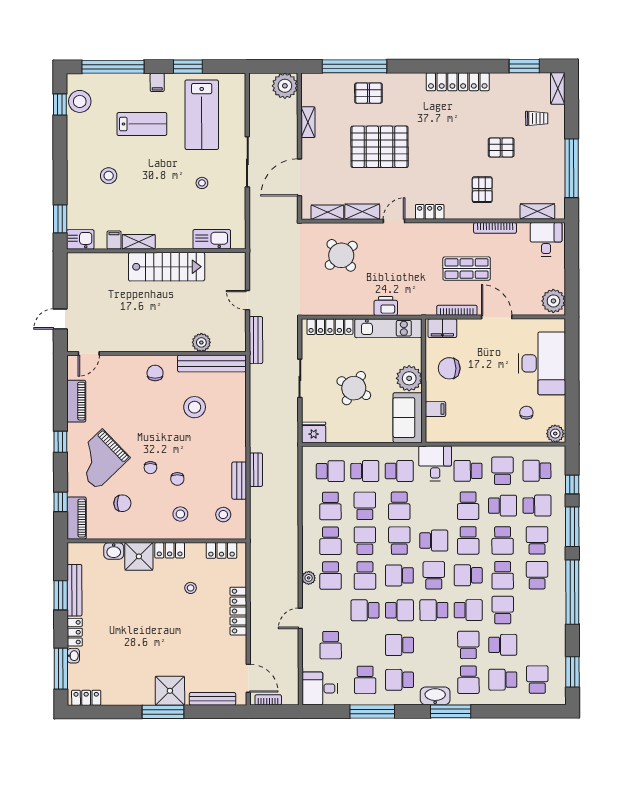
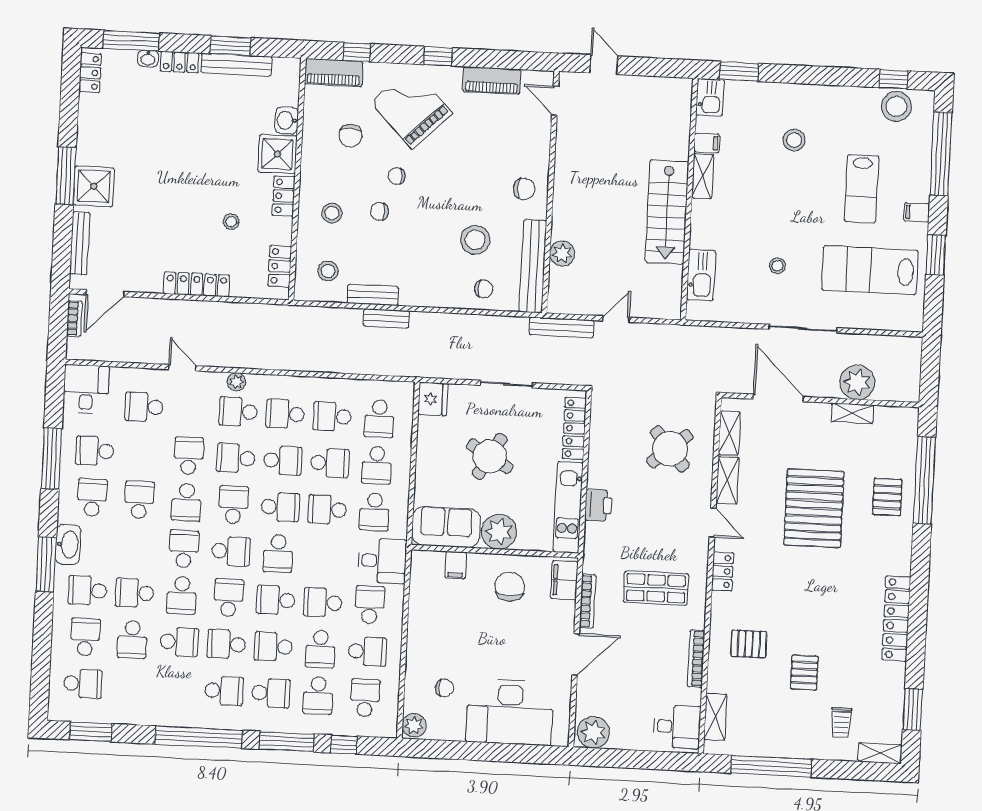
plant: (285, 86) -> (857, 382), moved
shop shelf: (467, 269) -> (656, 588), moved, turned 90
chair: (230, 399) -> (484, 289), added
school desk: (468, 645) -> (135, 593), turned 180

